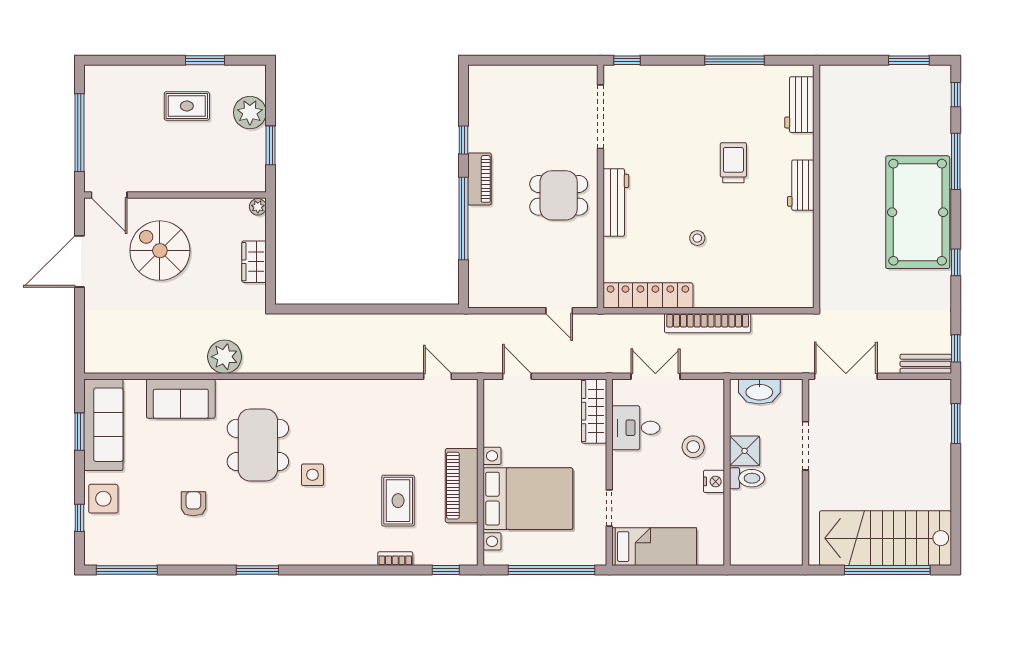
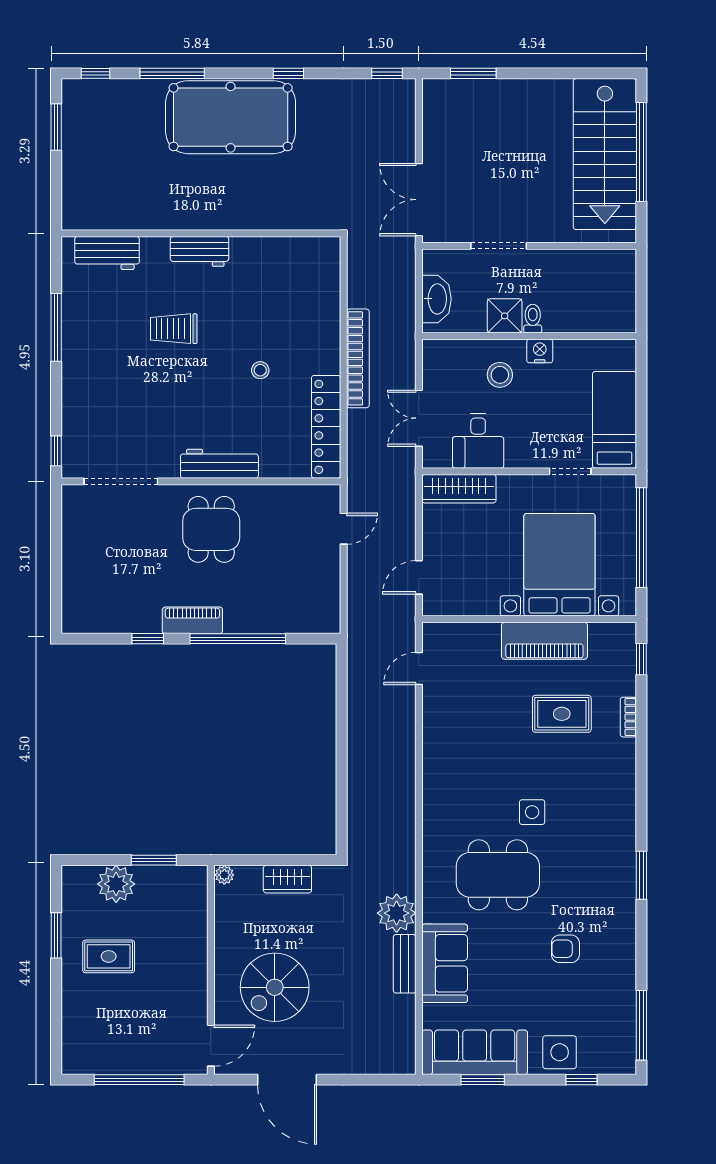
rug: (187, 106) -> (109, 956), turned 90
bench: (926, 364) -> (405, 964), moved
toilet: (747, 478) -> (533, 319), width x0.73, depth x0.72

